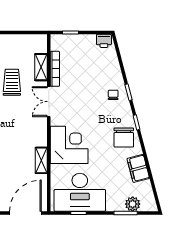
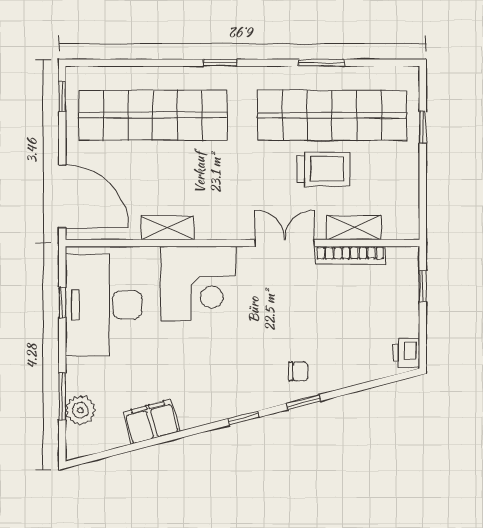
chair: (124, 138) -> (213, 393), removed

